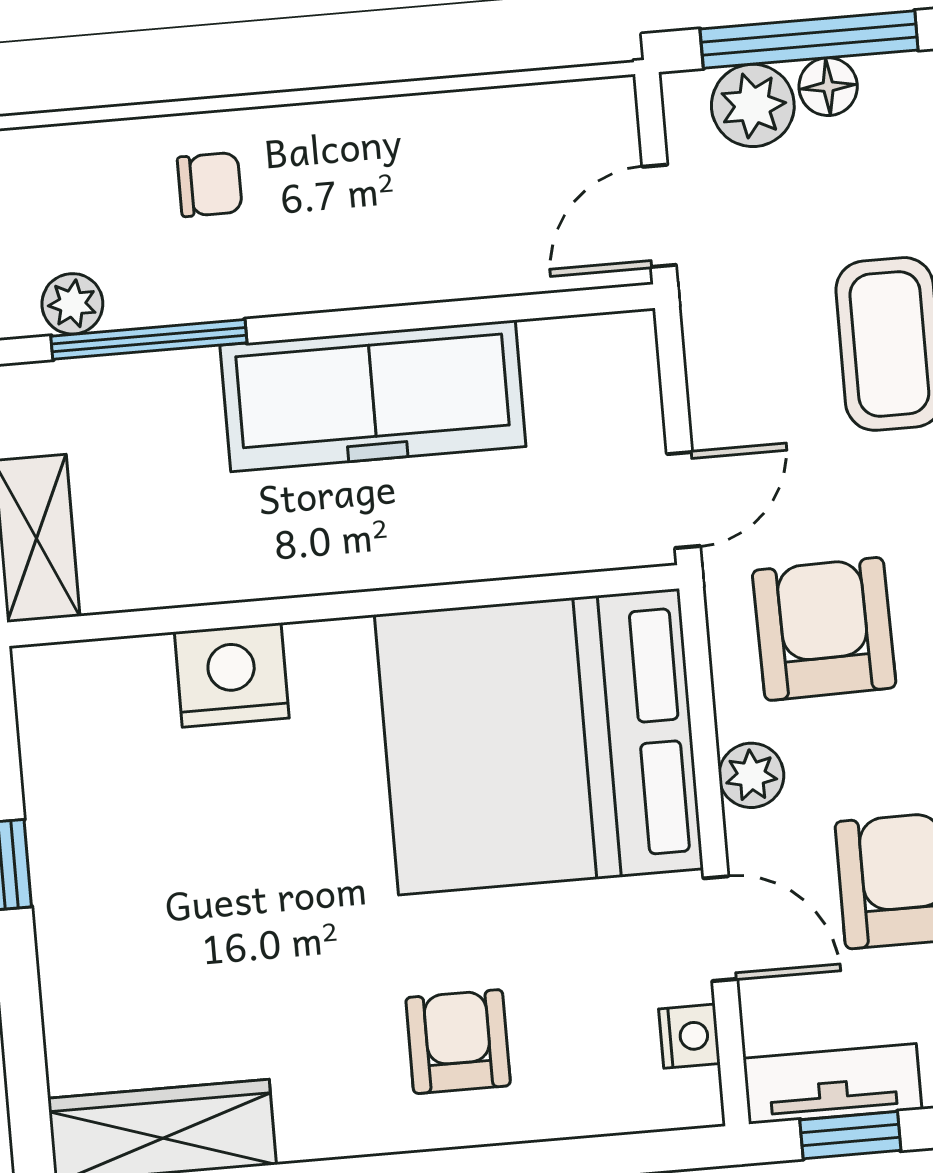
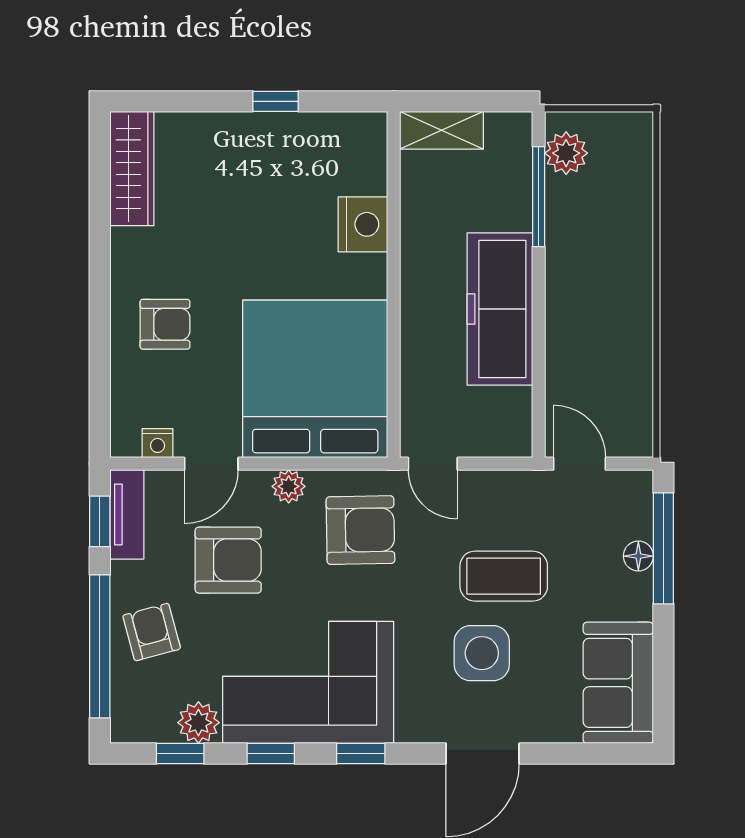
plant: (753, 105) -> (632, 517), removed
chair: (210, 184) -> (615, 235), removed
plant: (72, 304) -> (566, 153), width x1.38, depth x1.38

